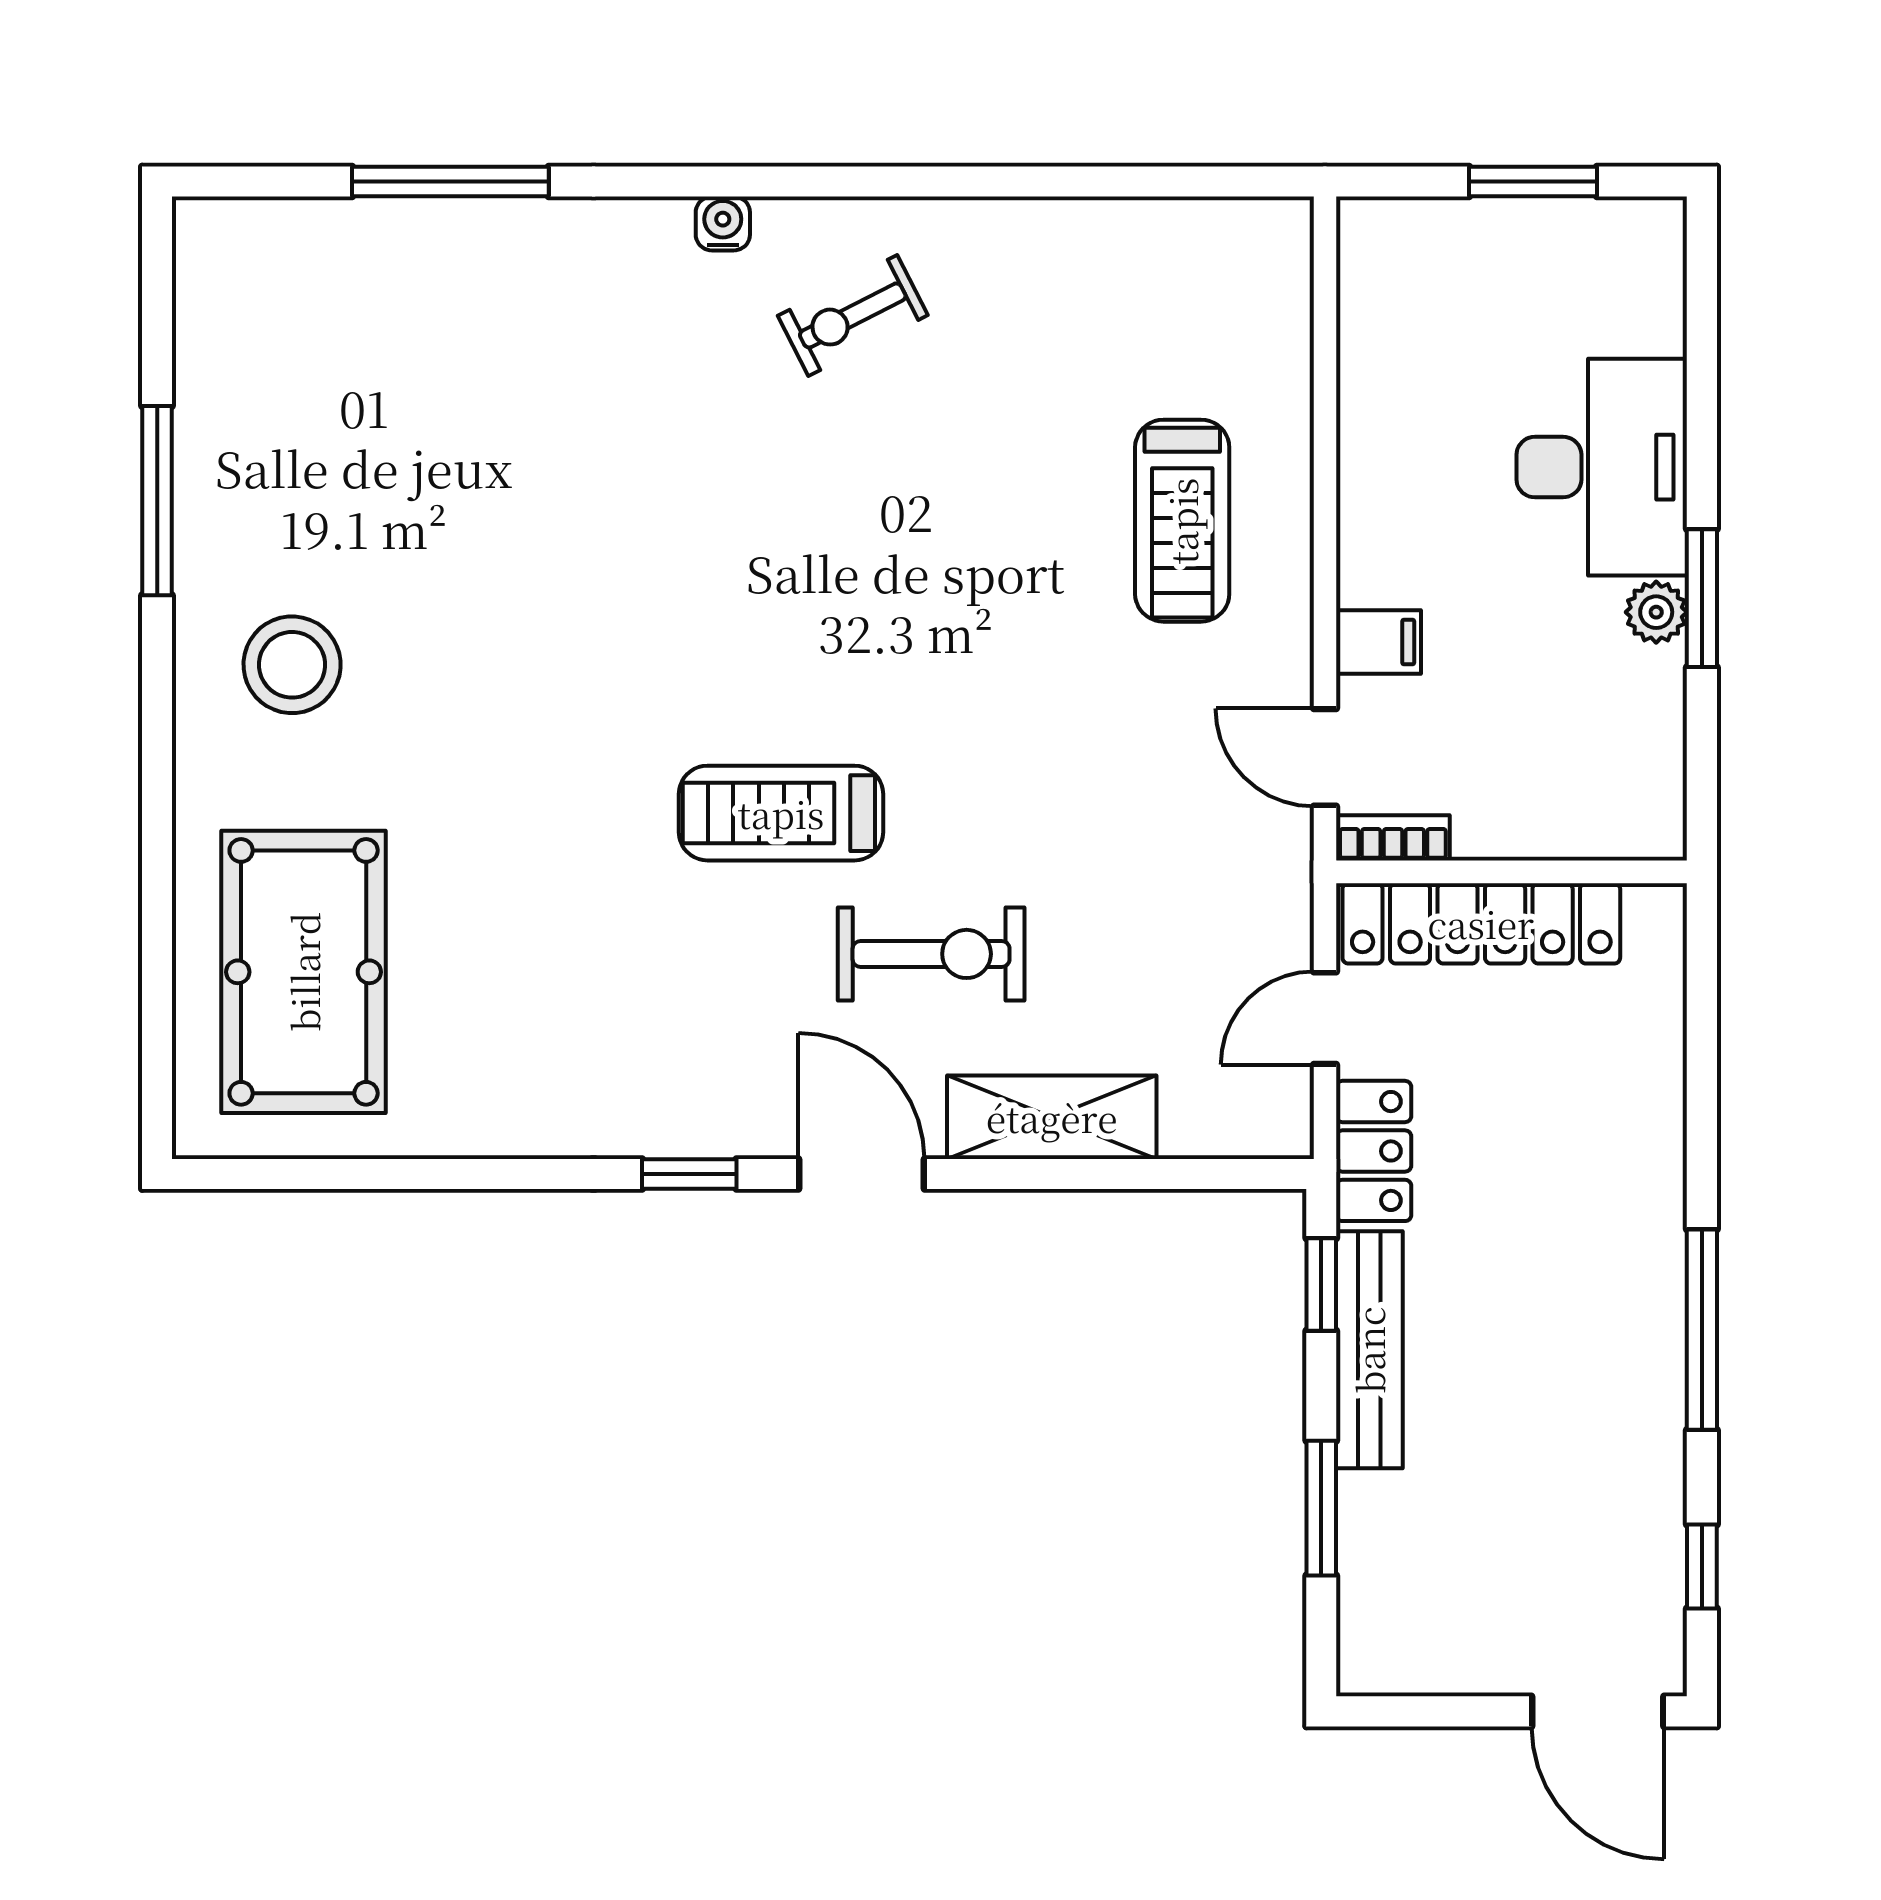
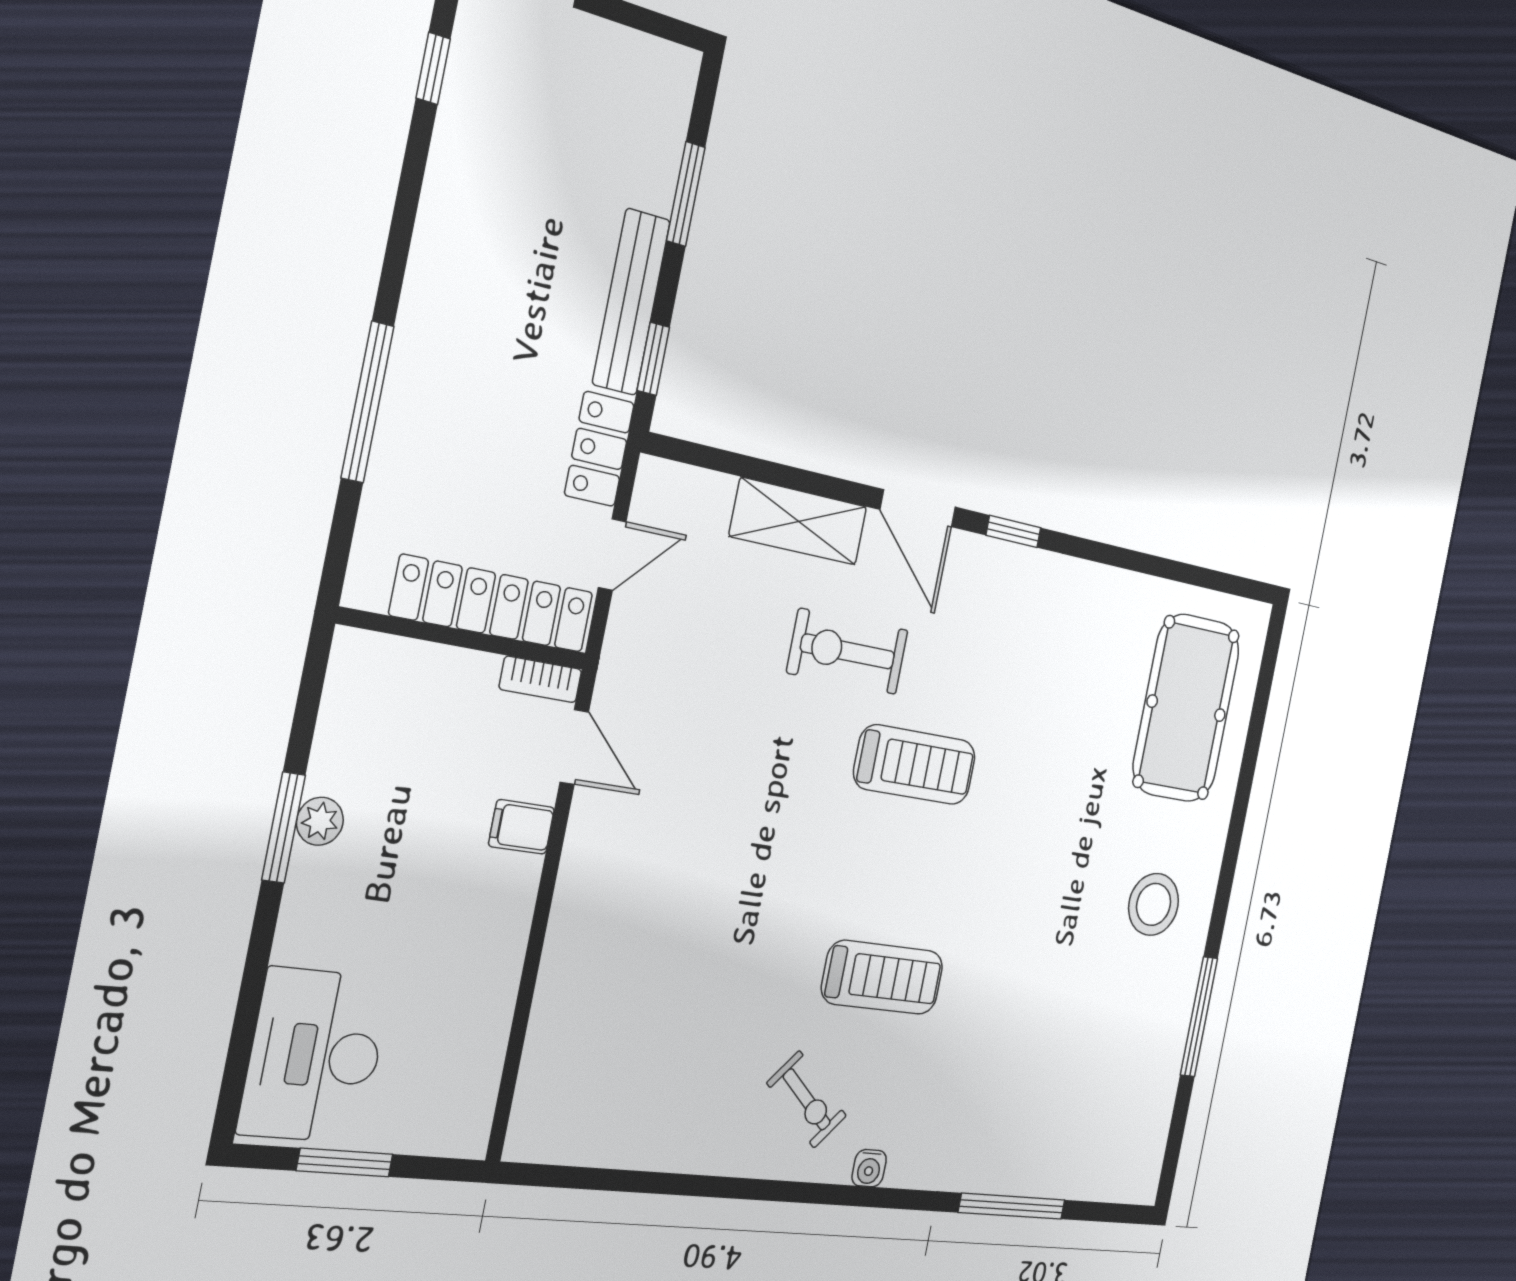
exercise bike: (853, 315) -> (807, 1099), turned 68
desk: (1602, 467) -> (315, 1055), moved
treadmill: (1182, 521) -> (882, 977), moved, turned 90
window: (1702, 1330) -> (367, 402), moved

